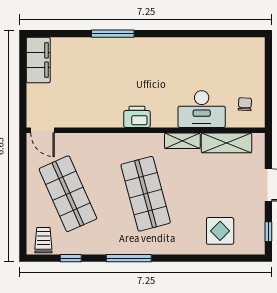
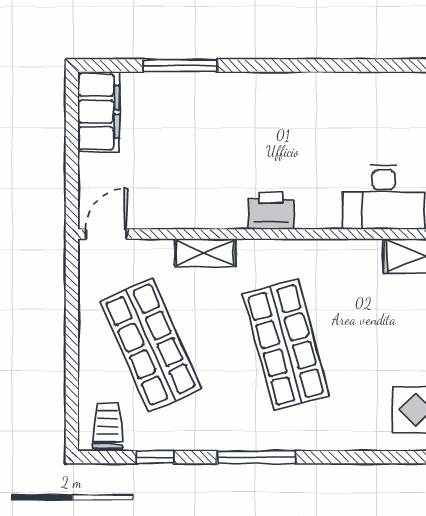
window: (113, 34) -> (180, 66), moved
door: (42, 130) -> (106, 234), swing flipped
shelving: (182, 141) -> (205, 252), moved

